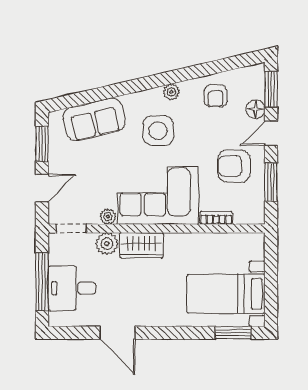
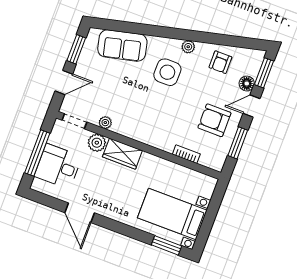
corner sofa: (158, 196) -> (149, 121), removed

